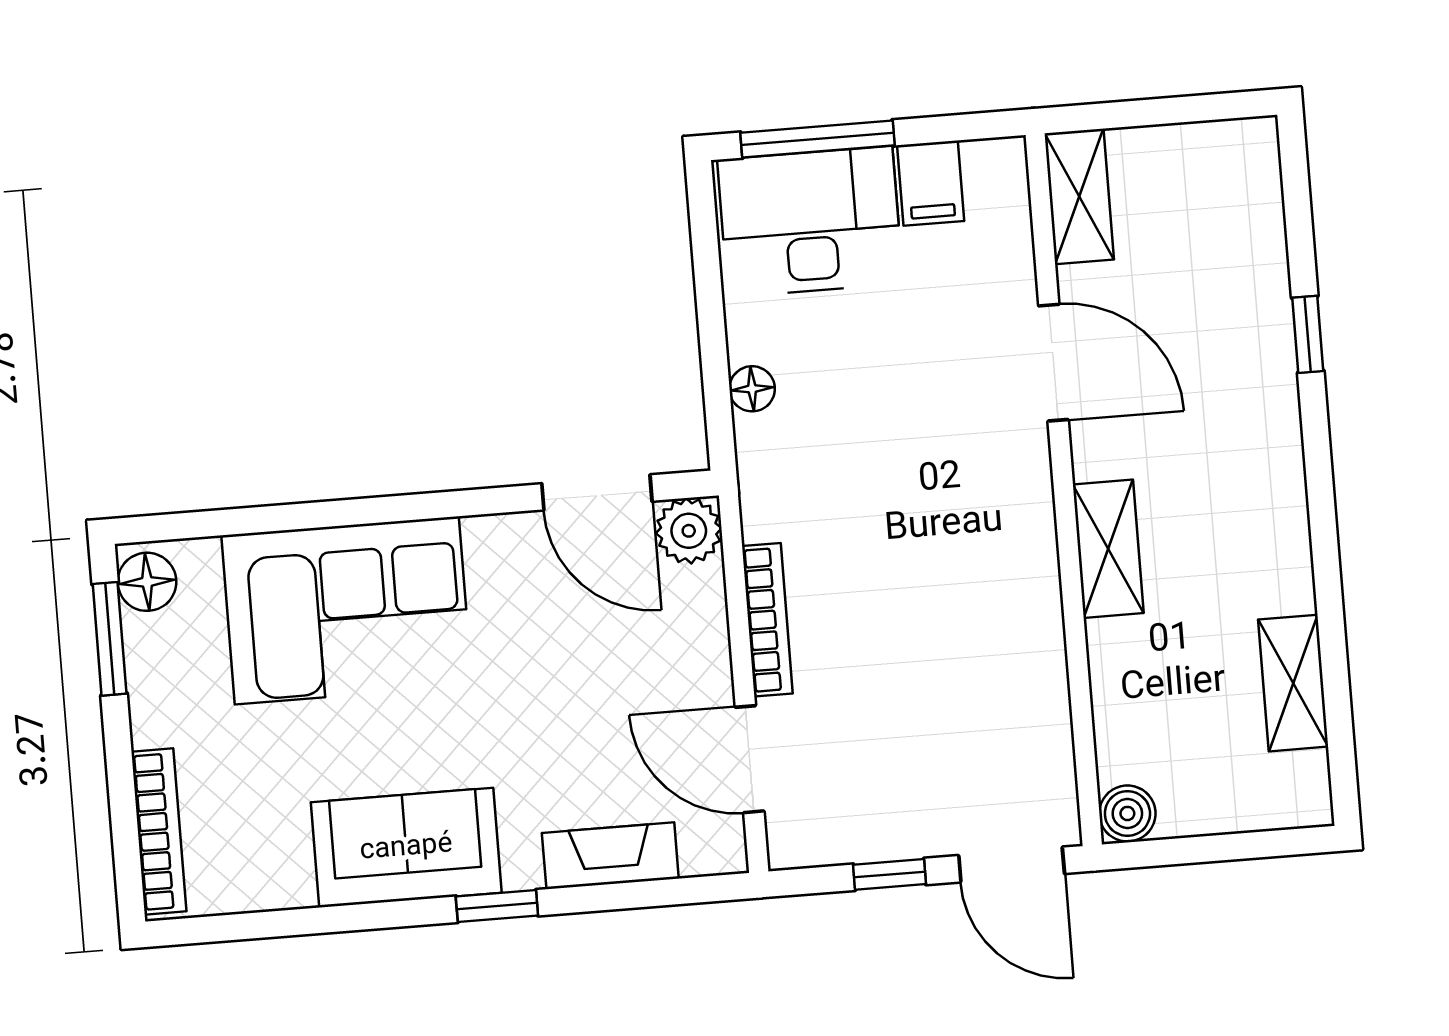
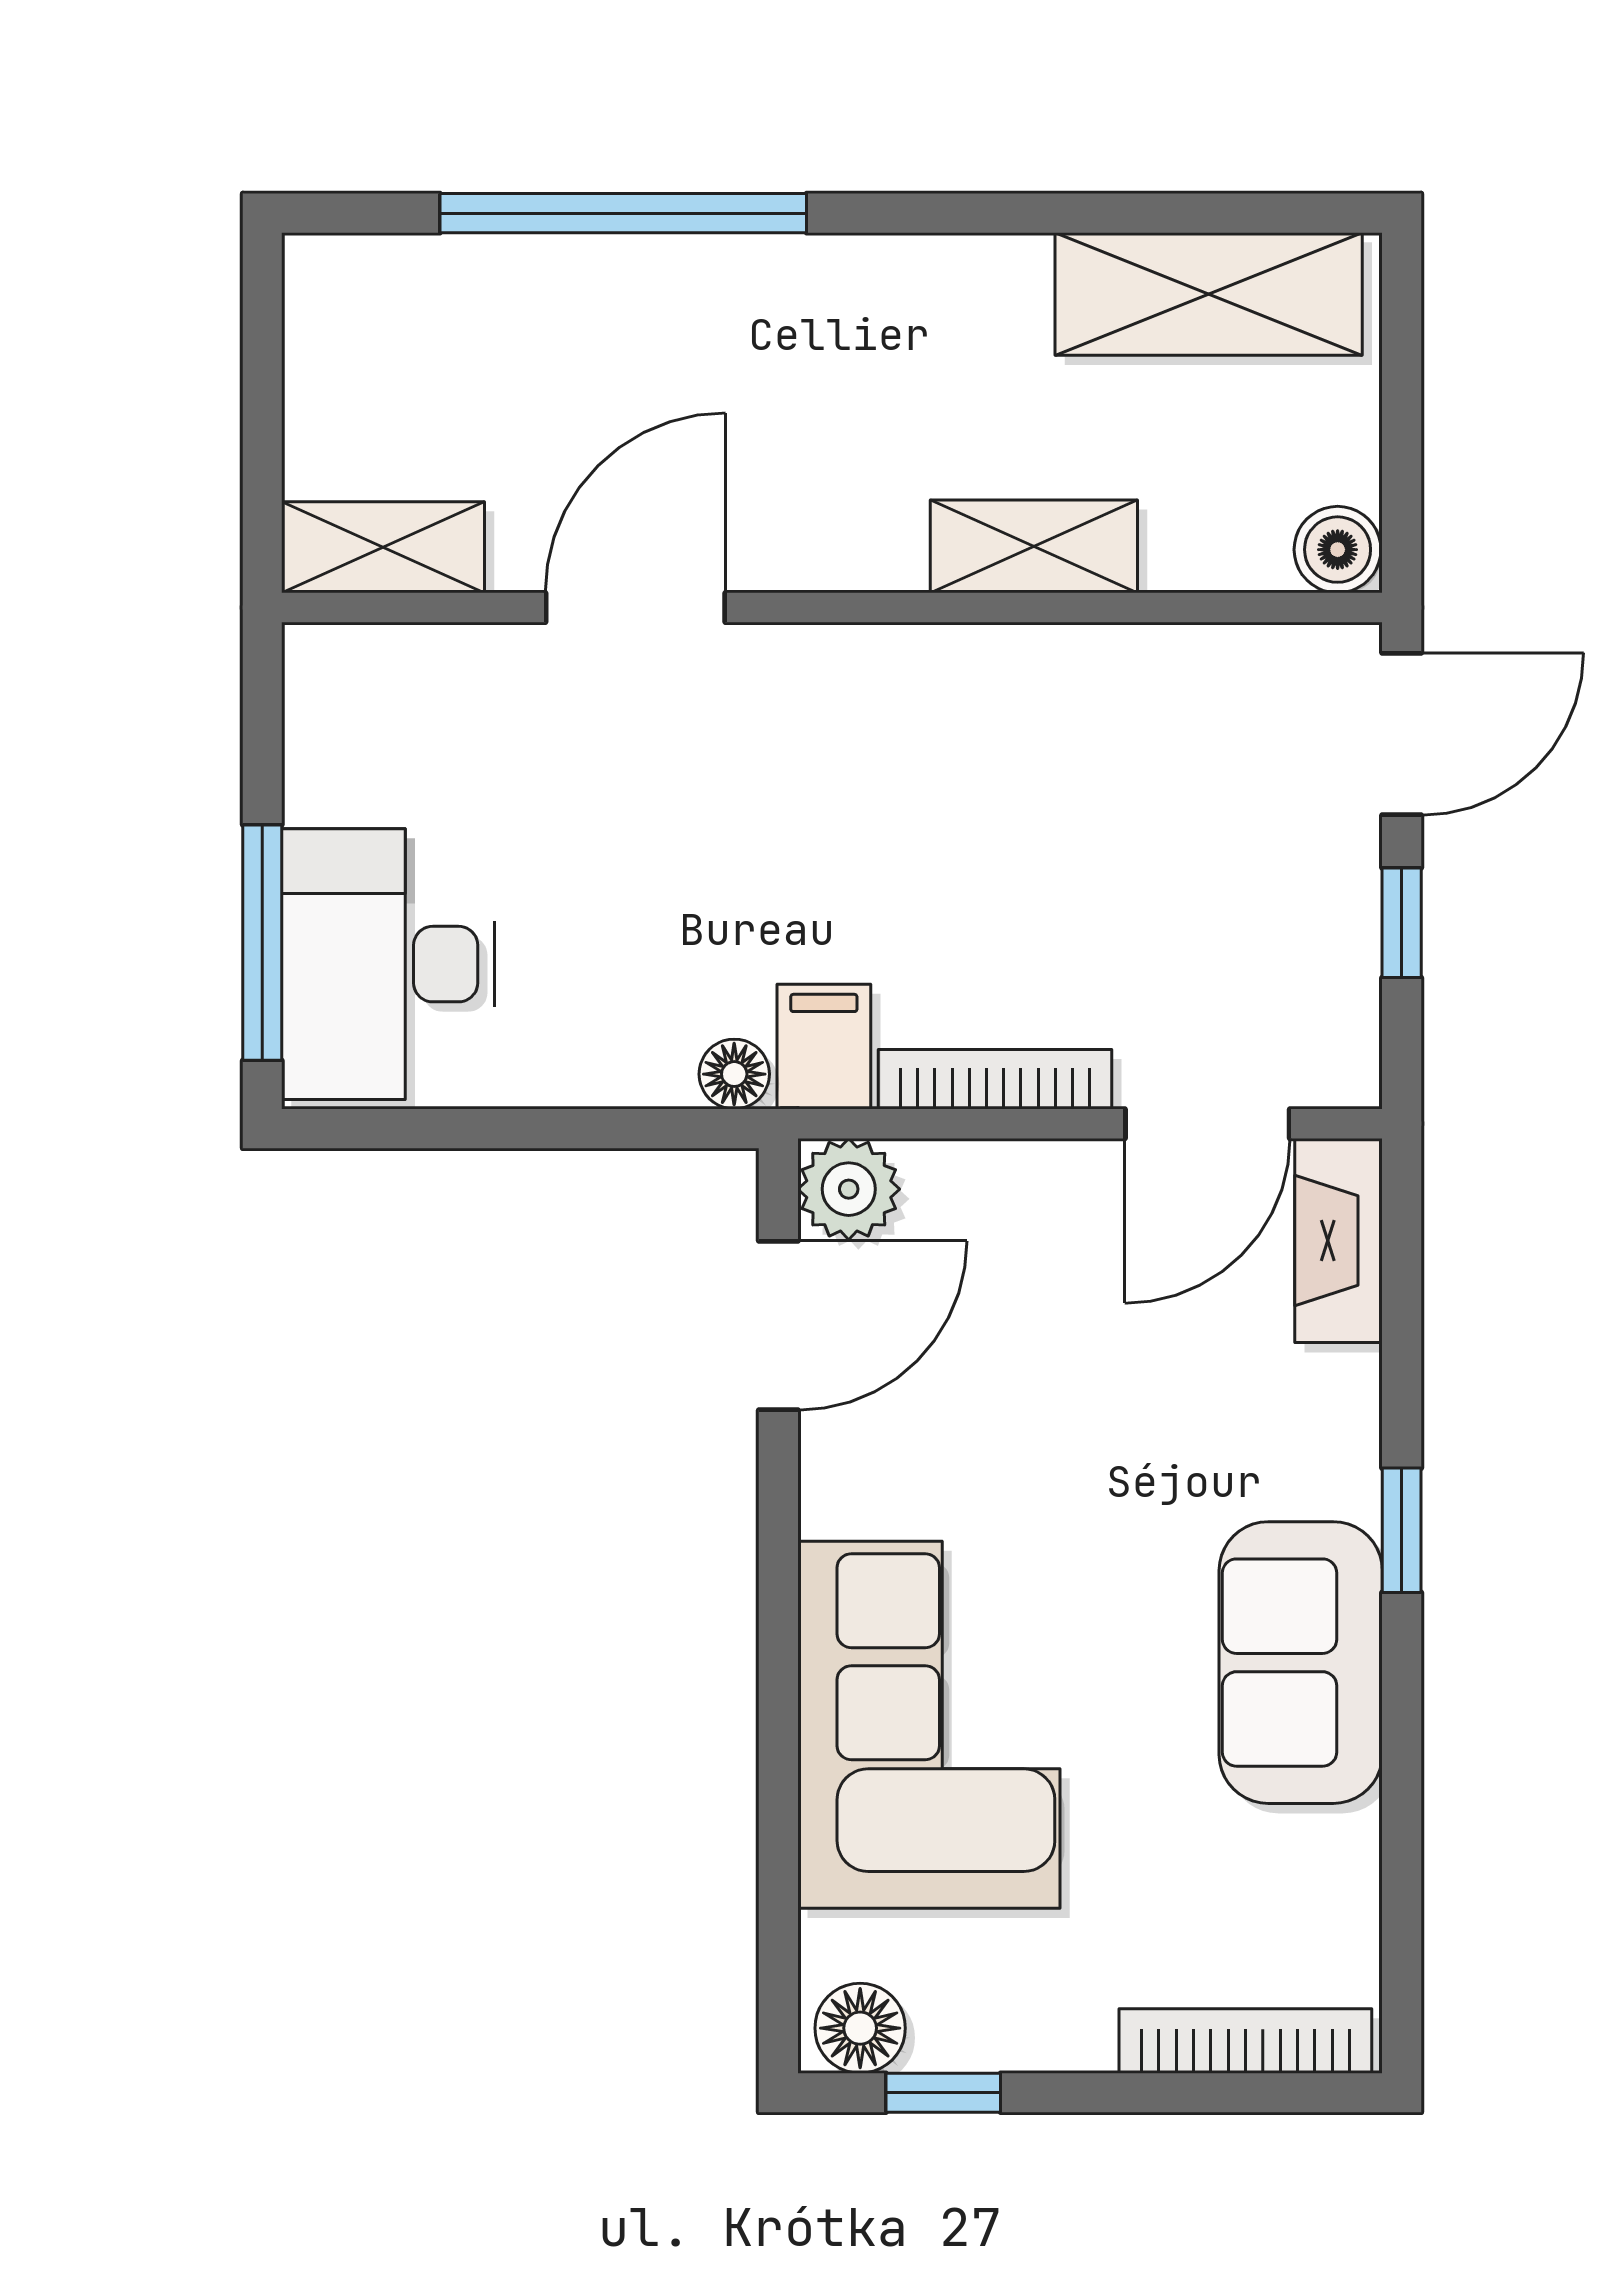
filing cabinet: (931, 183) -> (824, 1047), moved, turned -90
window: (1308, 334) -> (623, 213), width x3.17
floor lamp: (752, 389) -> (734, 1074), moved
shelving: (1108, 549) -> (1034, 546), moved
window: (110, 639) -> (943, 2093), width x0.67
shelving: (1293, 683) -> (1209, 294), width x1.50, depth x1.33
fireplace: (610, 856) -> (1339, 1240), moved

